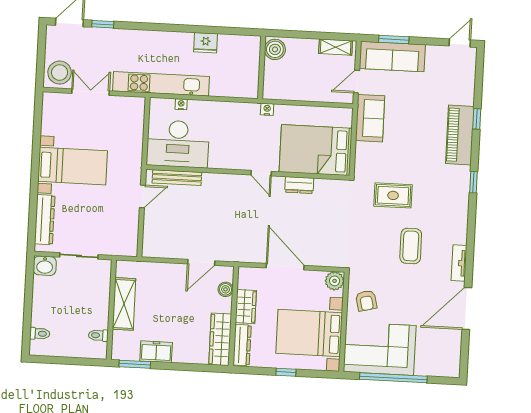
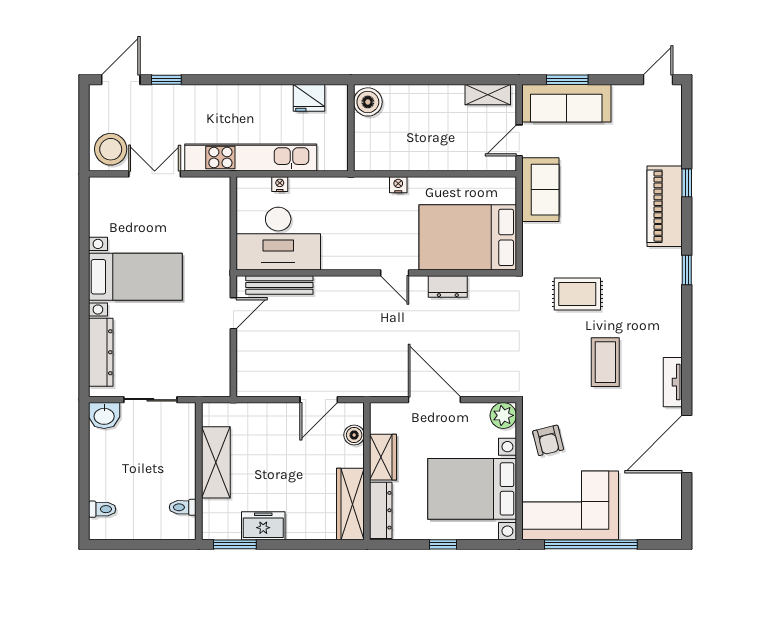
boiler: (275, 49) -> (368, 102), moved
wall: (262, 67) -> (351, 128), moved

